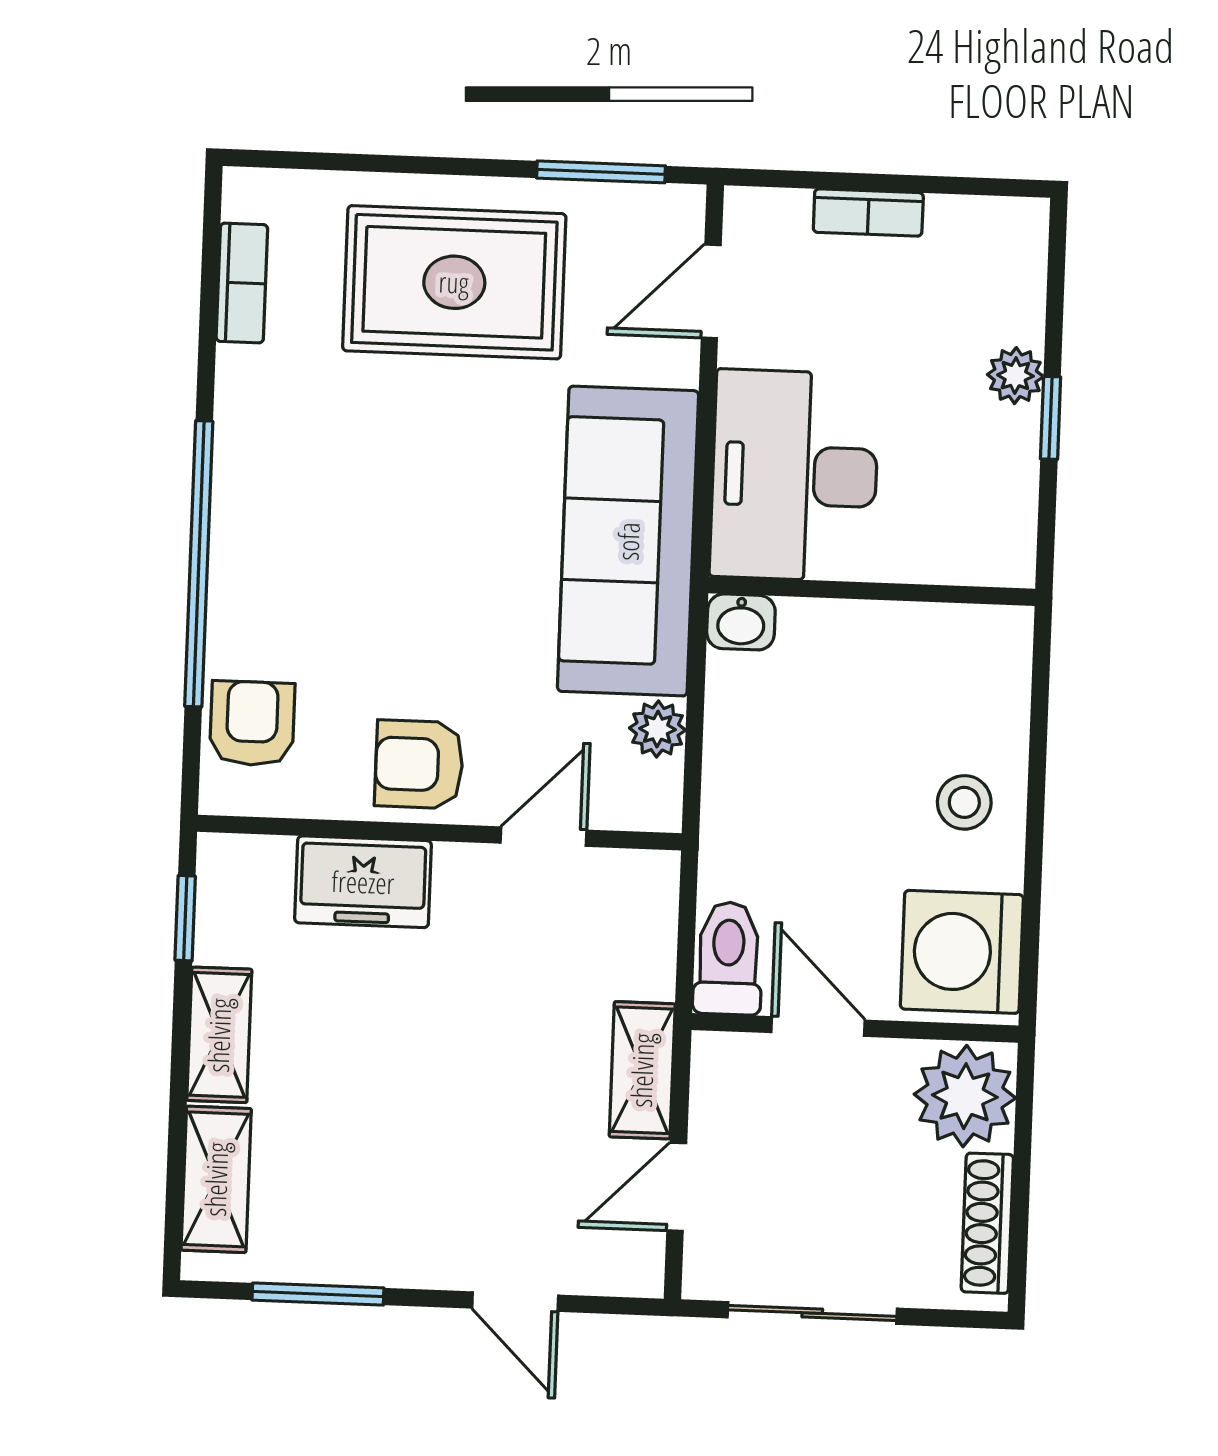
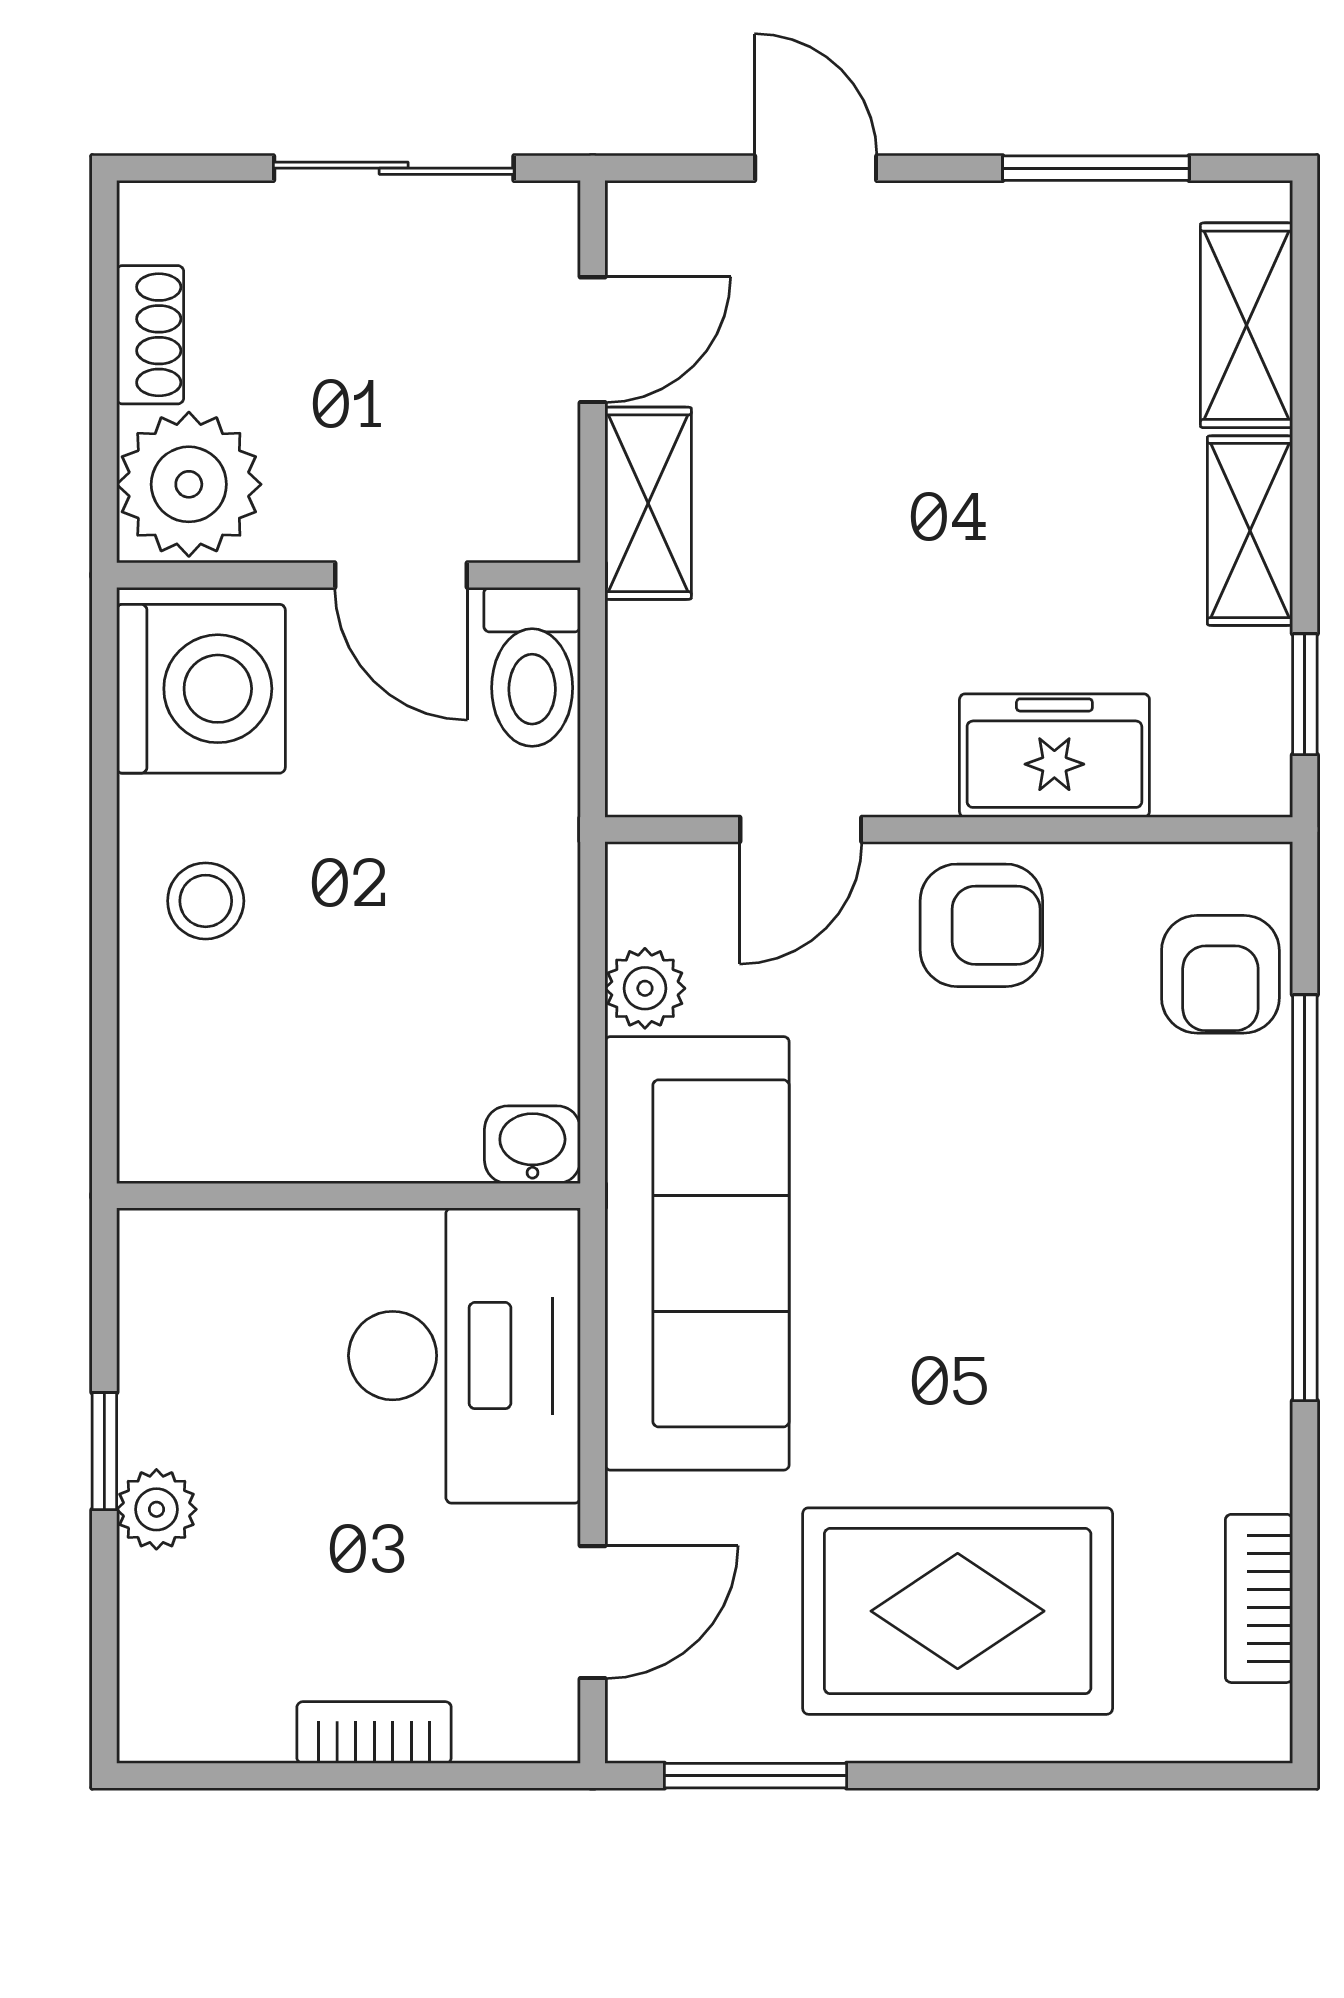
shoe rack: (987, 1223) -> (150, 335), width x0.70

